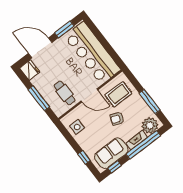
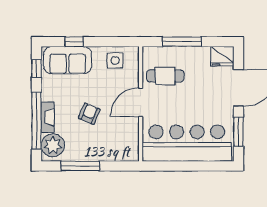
rug: (118, 94) -> (116, 137), removed
sofa: (111, 153) -> (68, 60), moved, turned 90

